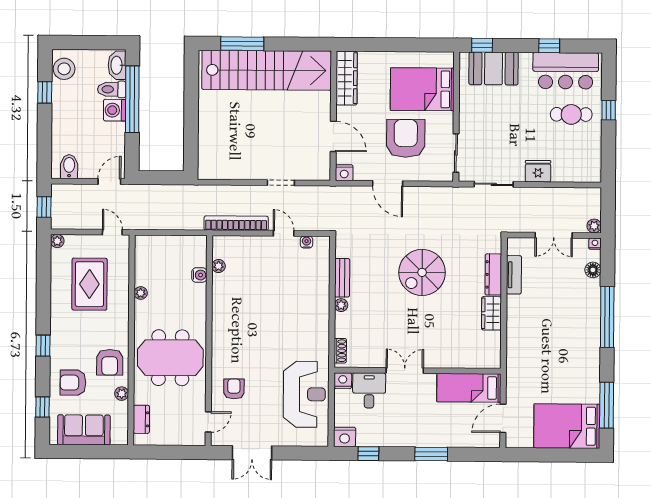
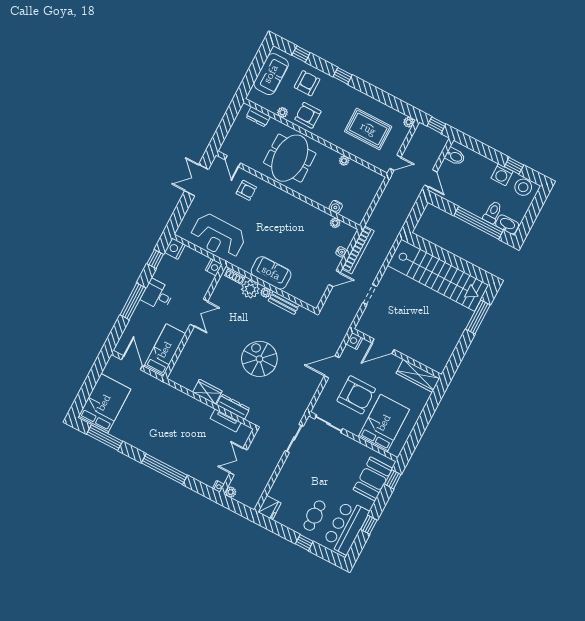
stairs: (267, 70) -> (438, 275), moved, turned -90
washing machine: (115, 110) -> (502, 175), moved, turned 180
fridge: (538, 171) -> (269, 508), moved
water cooler: (306, 242) -> (341, 252), moved
floor lamp: (593, 270) -> (201, 476), removed
sofa: (315, 311) -> (271, 273), added
plant: (346, 325) -> (250, 289), added
desk: (369, 390) -> (157, 295), moved, turned 180
window: (431, 454) -> (133, 301), width x1.44

